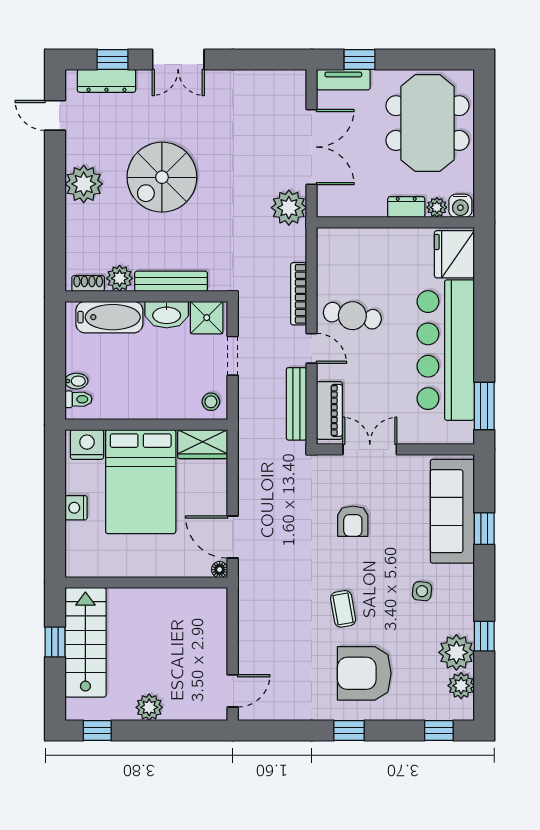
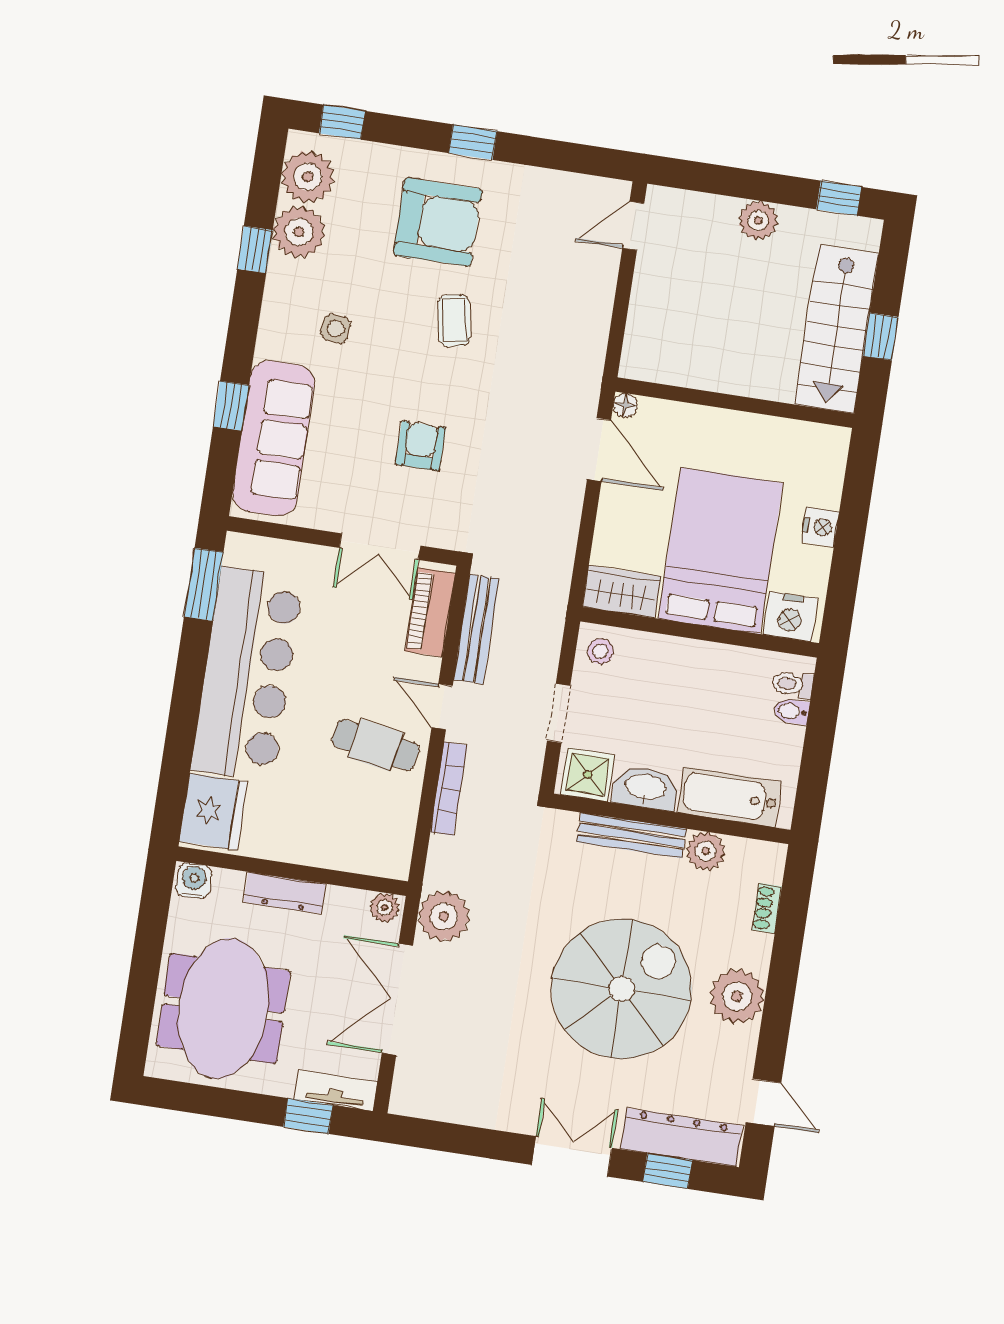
dresser: (107, 81) -> (681, 1137), width x1.37, depth x1.24
spiral stairs: (162, 177) -> (622, 989), width x1.37, depth x1.37
dresser: (406, 207) -> (285, 893), width x1.44
plant: (437, 207) -> (385, 908), moved
shoe rack: (88, 284) -> (767, 908), moved, turned 90
plant: (461, 686) -> (308, 177), width x1.36, depth x1.36

